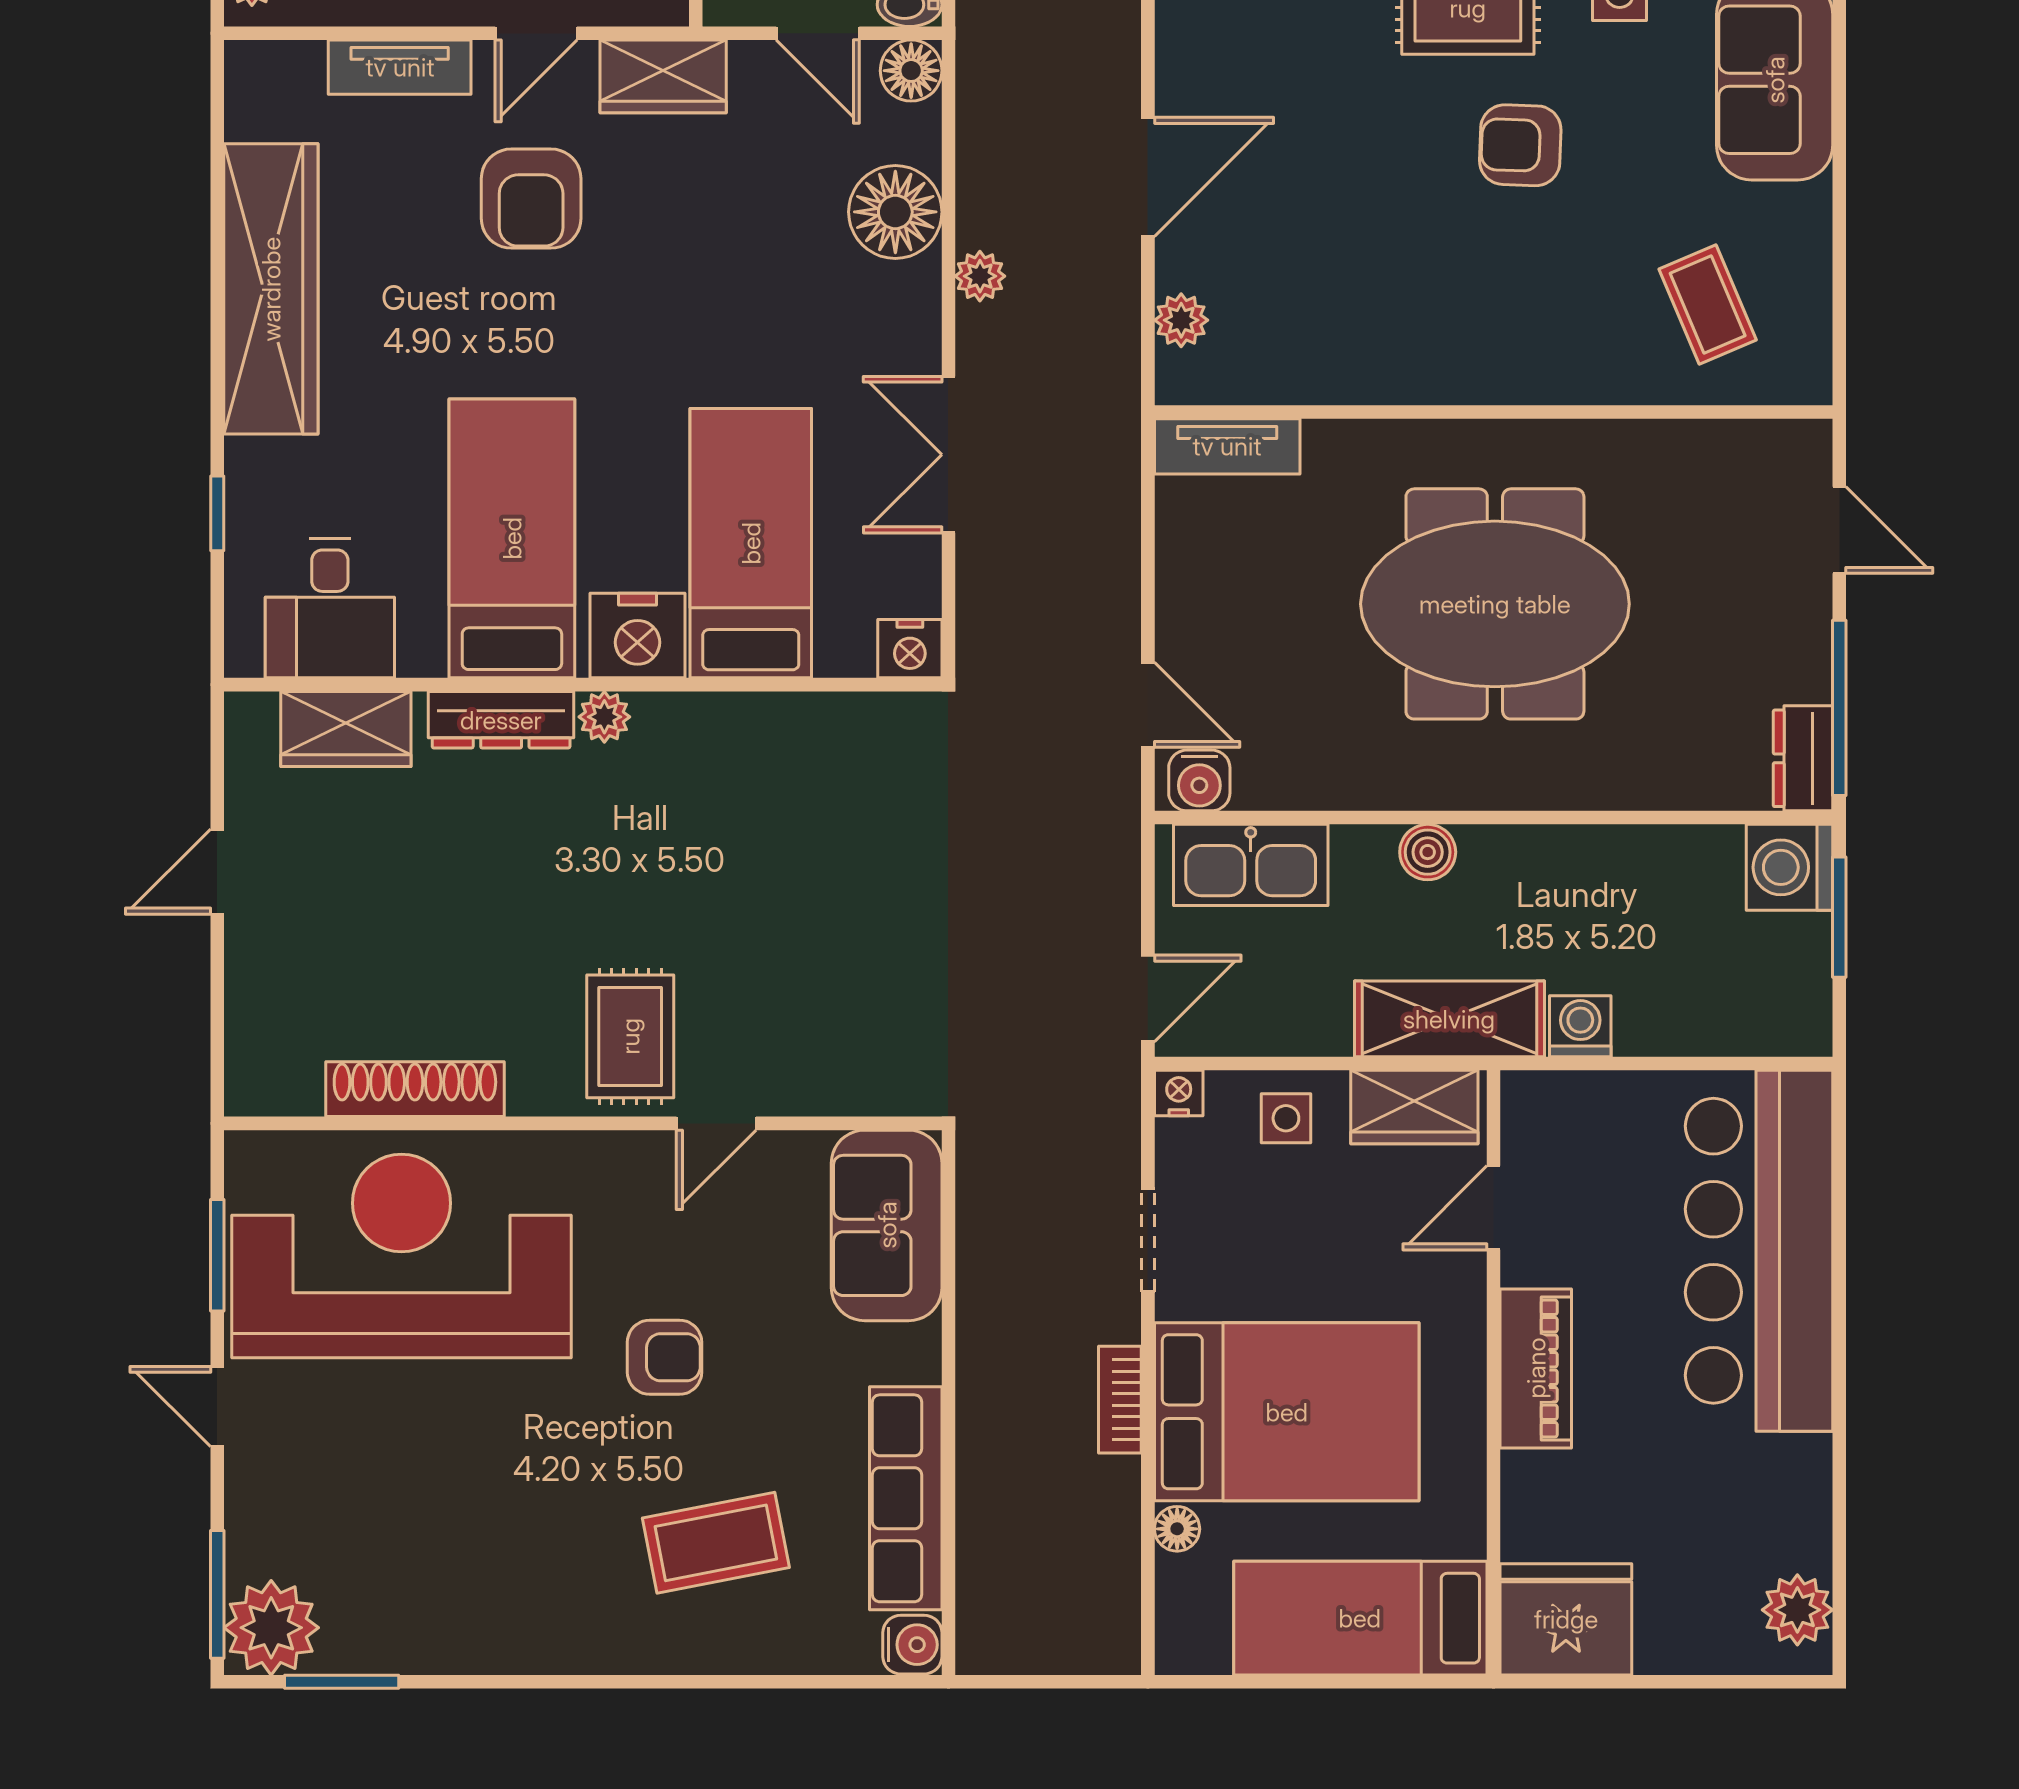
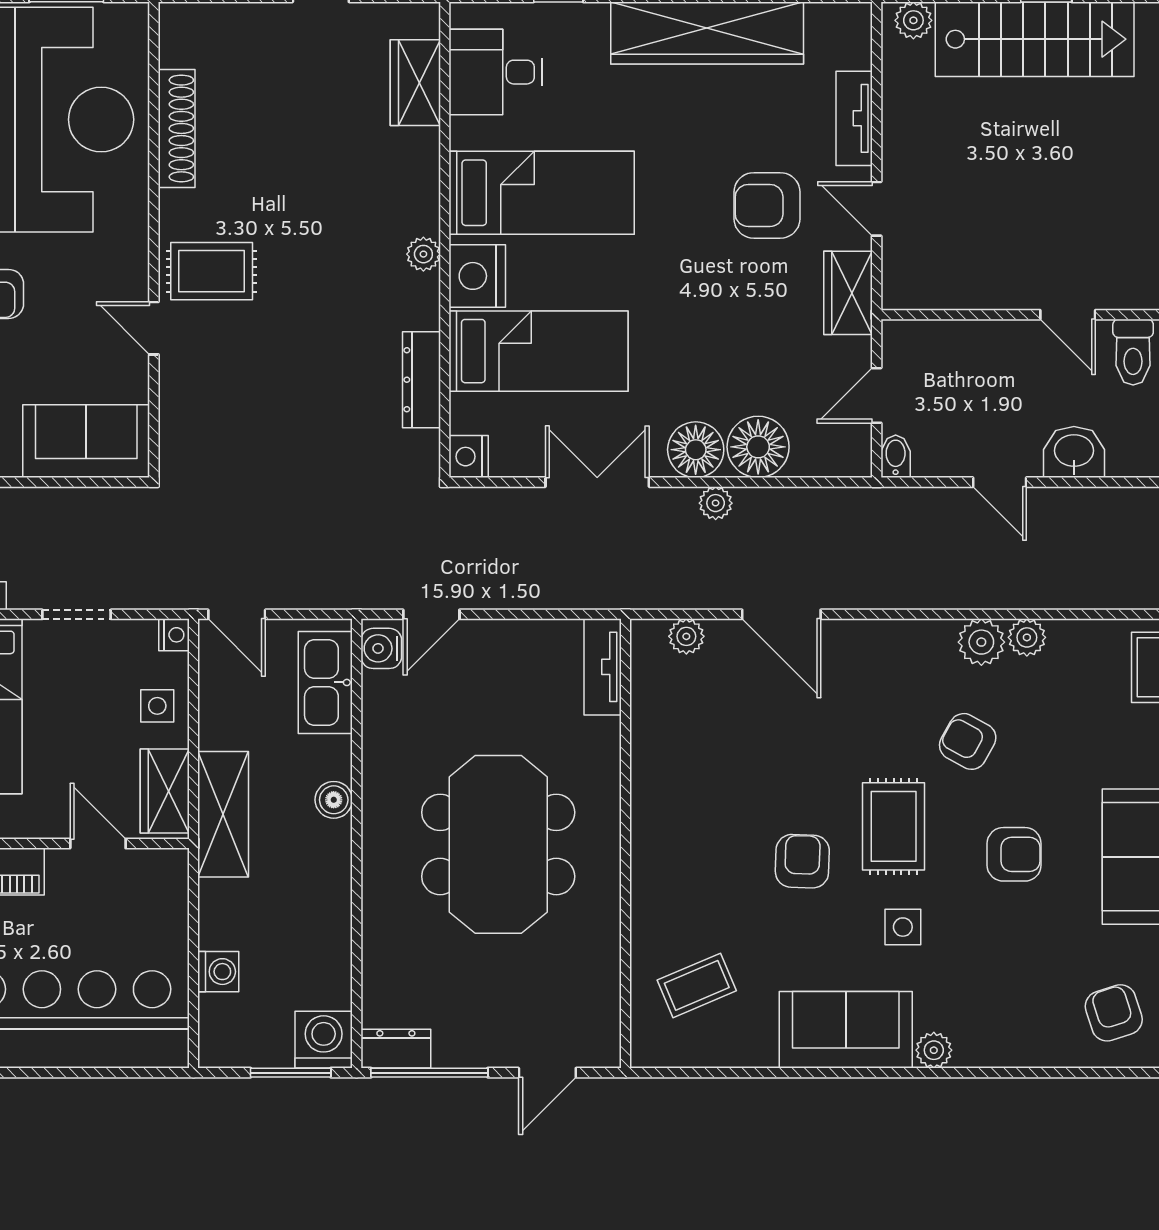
floor lamp: (911, 71) -> (696, 450), moved, width x1.38, depth x1.38
dresser: (501, 720) -> (422, 380), moved
washing machine: (1580, 1026) -> (218, 972), moved

